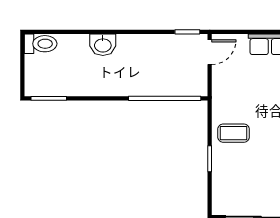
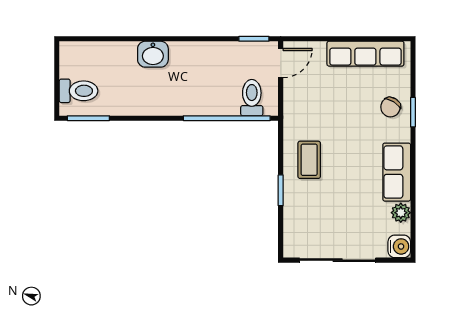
toilet: (41, 44) -> (79, 91), moved
toilet: (186, 81) -> (252, 98), added
coffee table: (234, 133) -> (309, 160), turned 90

